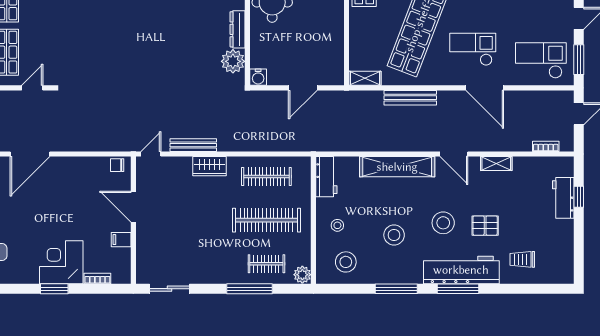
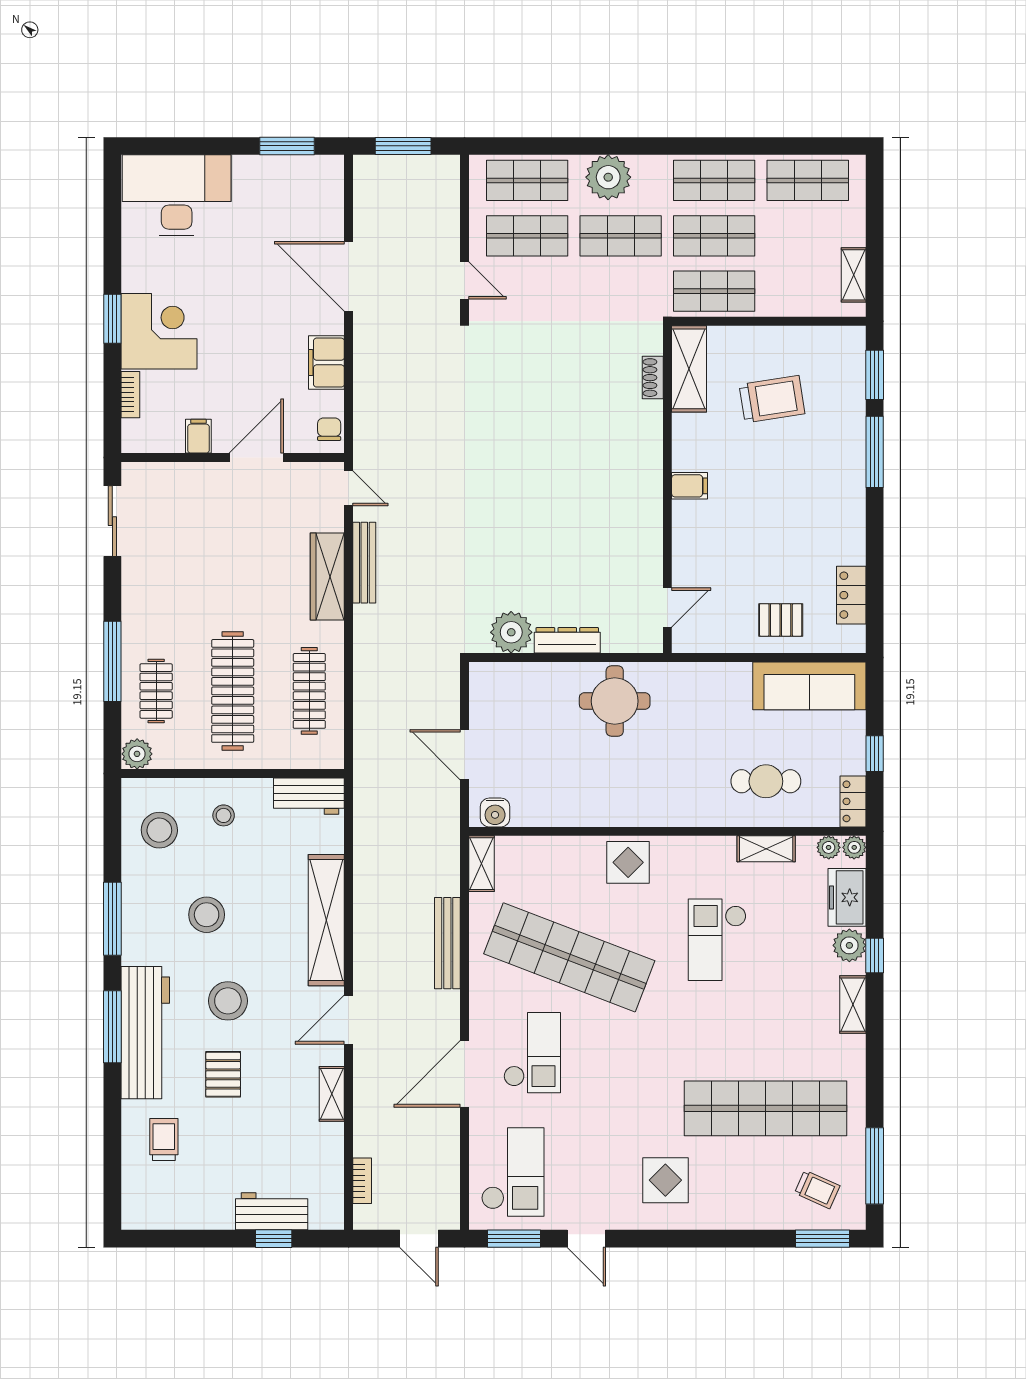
water cooler: (258, 77) -> (495, 813), moved, turned -90
wardrobe: (209, 166) -> (327, 577), width x1.50
filing cabinet: (79, 167) -> (326, 363), added

